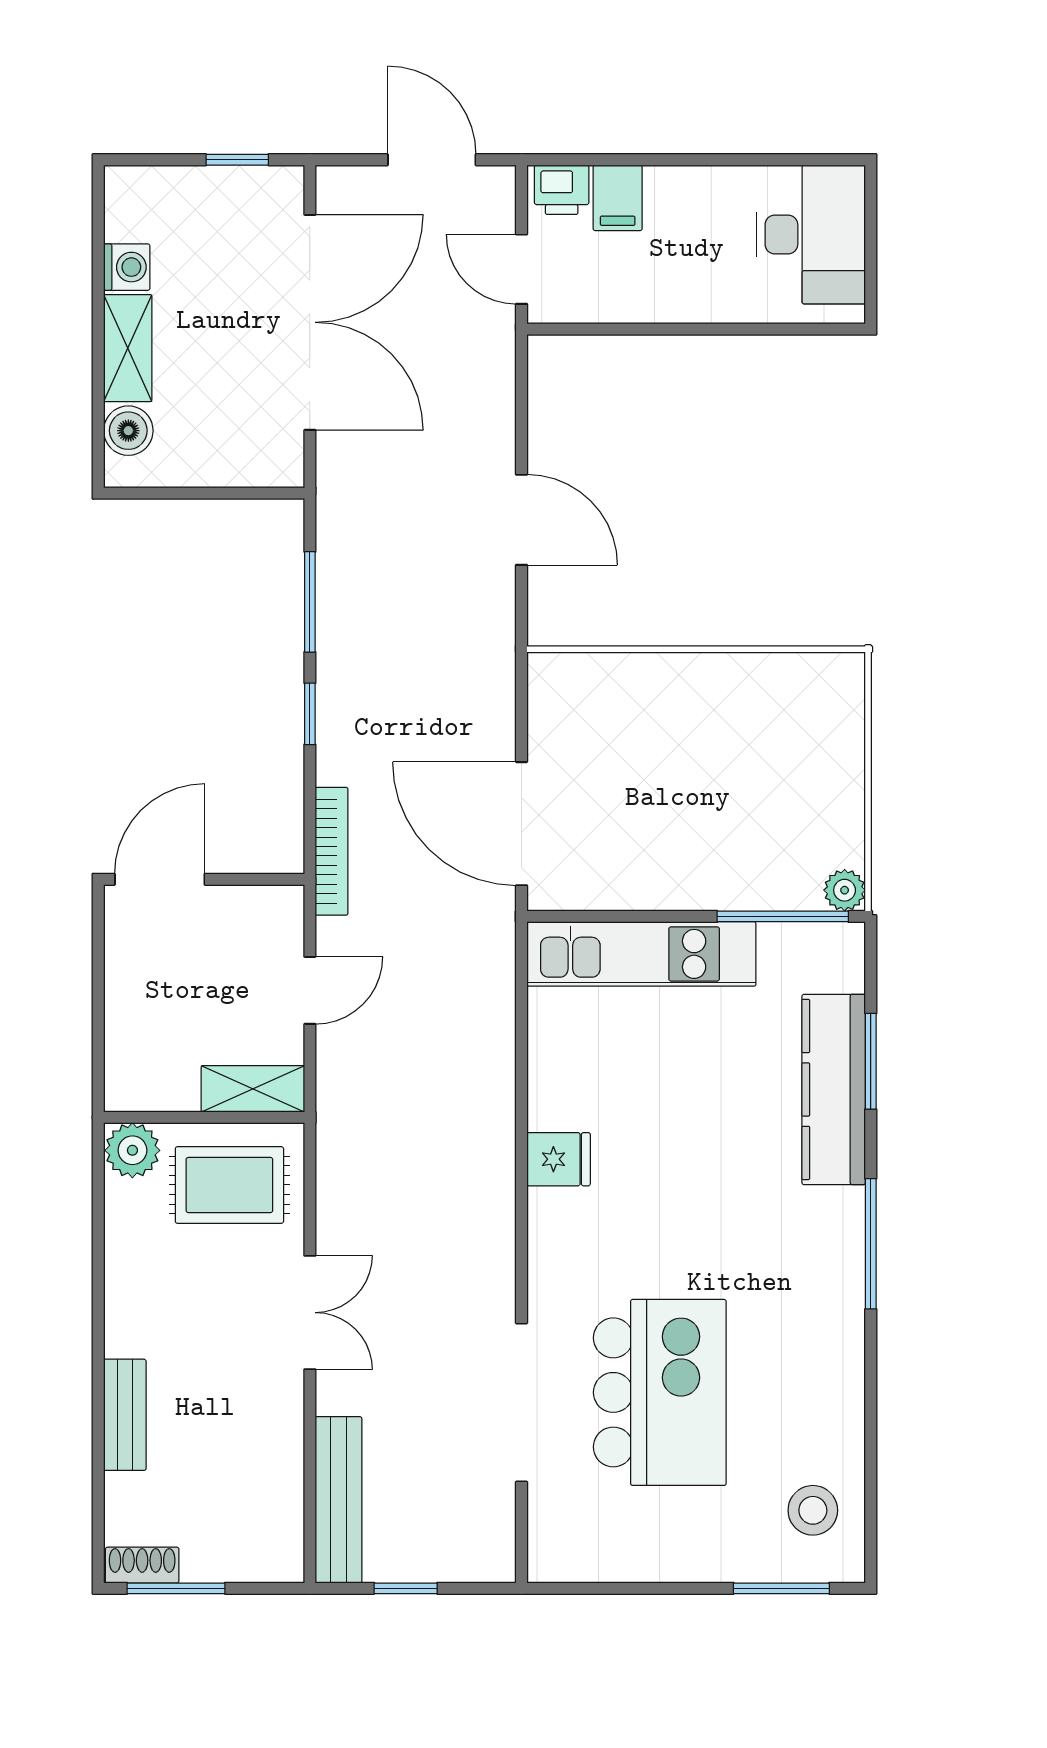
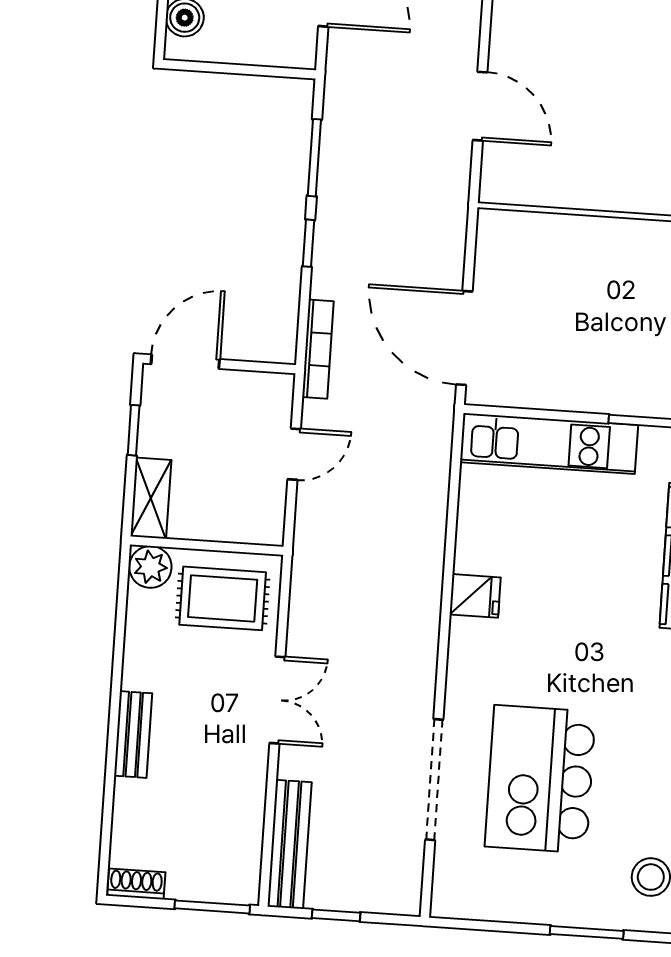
window: (98, 973) -> (134, 430), added
shelving: (253, 1089) -> (151, 498), moved, turned 90
kitchen island: (660, 1392) -> (540, 779), turned 180
bench: (125, 1415) -> (133, 734), moved
window: (176, 1588) -> (212, 907), moved
window: (781, 1588) -> (587, 932), moved

